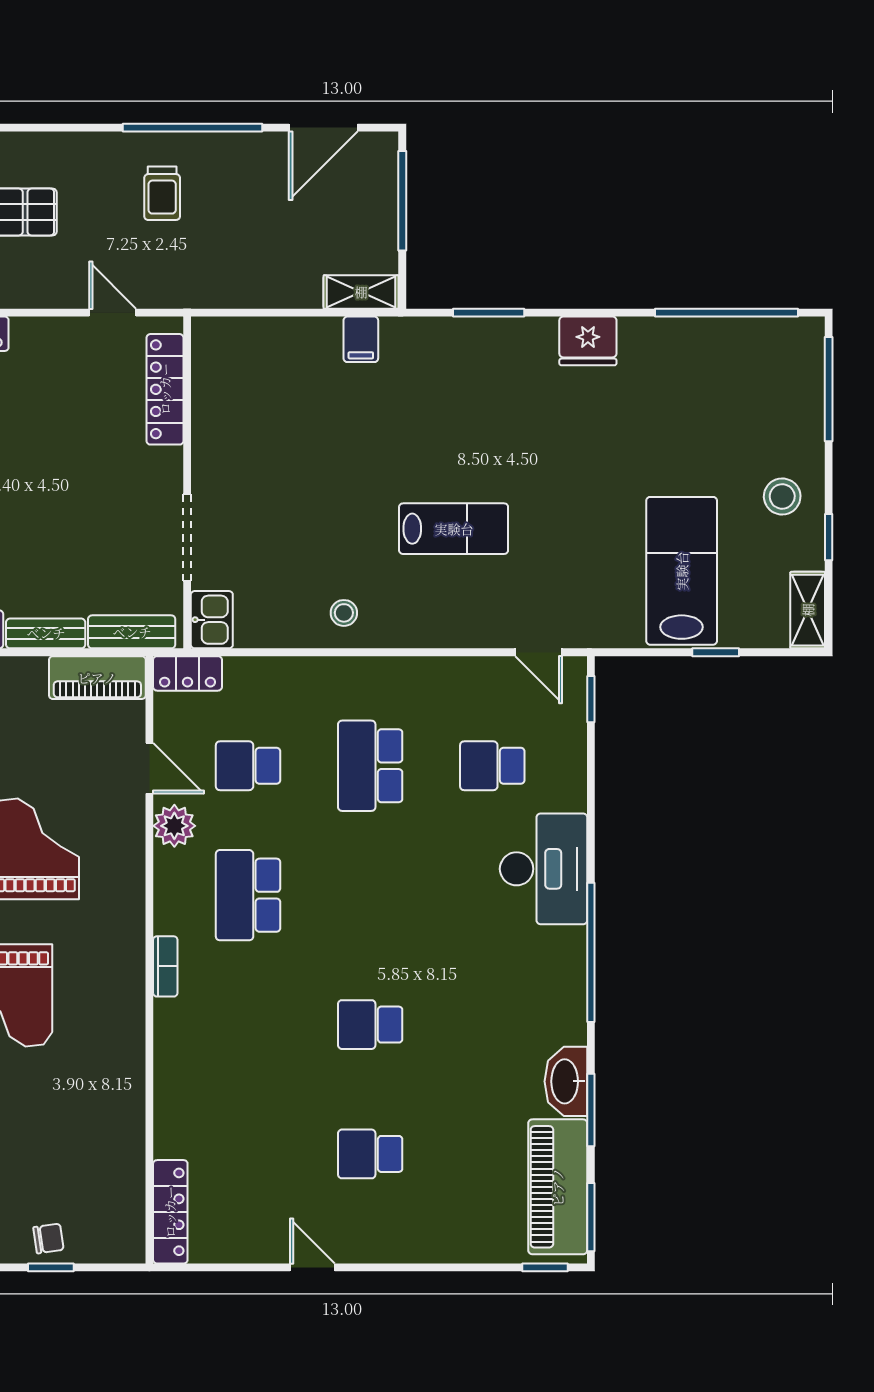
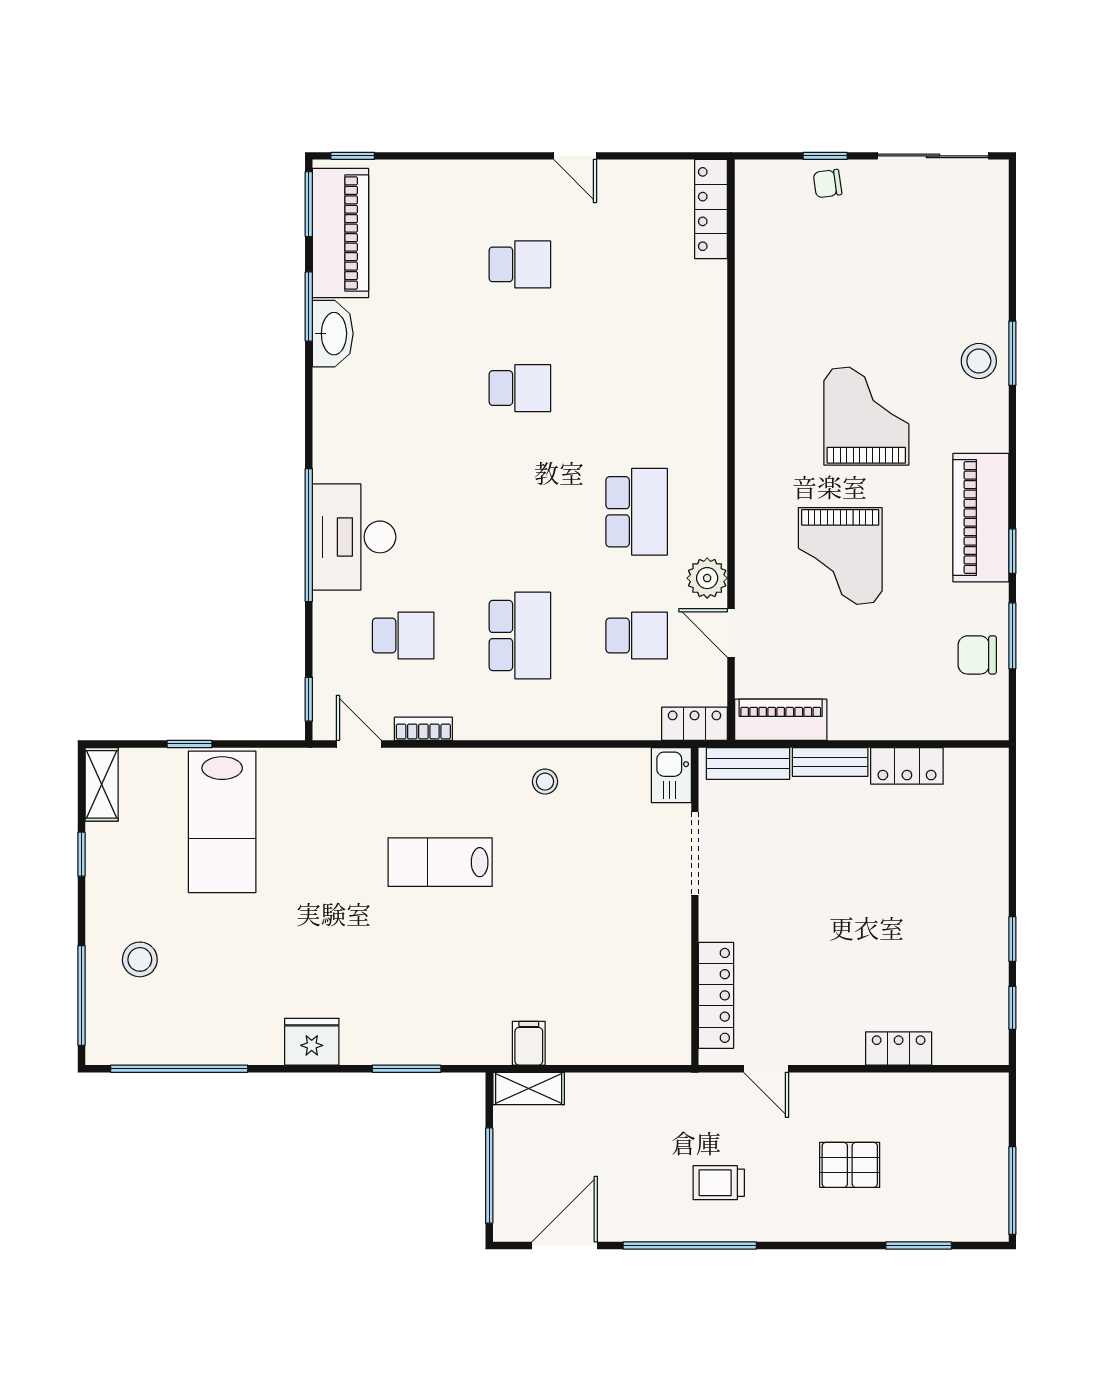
trolley: (162, 193) -> (719, 1183), turned -90
stool: (782, 496) -> (140, 959), moved
window: (591, 952) -> (309, 535), moved
bookcase: (165, 966) -> (423, 729), moved, turned 90

